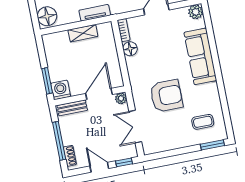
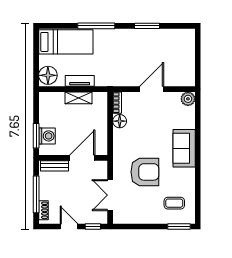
tv unit: (95, 13) -> (80, 81), moved
sofa: (200, 56) -> (184, 148), width x0.73
washing machine: (61, 90) -> (47, 136), moved, turned 90
plant: (121, 98) -> (102, 166), removed

